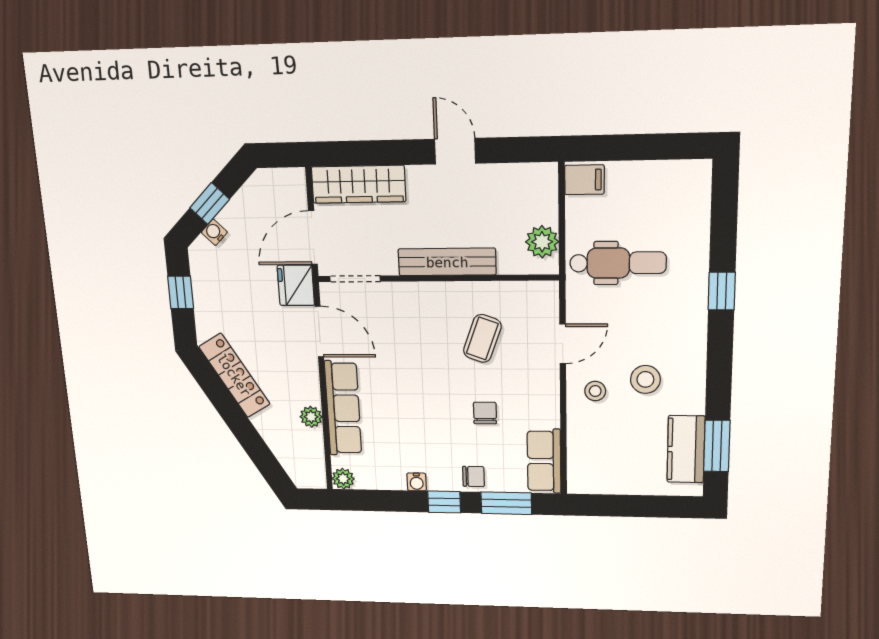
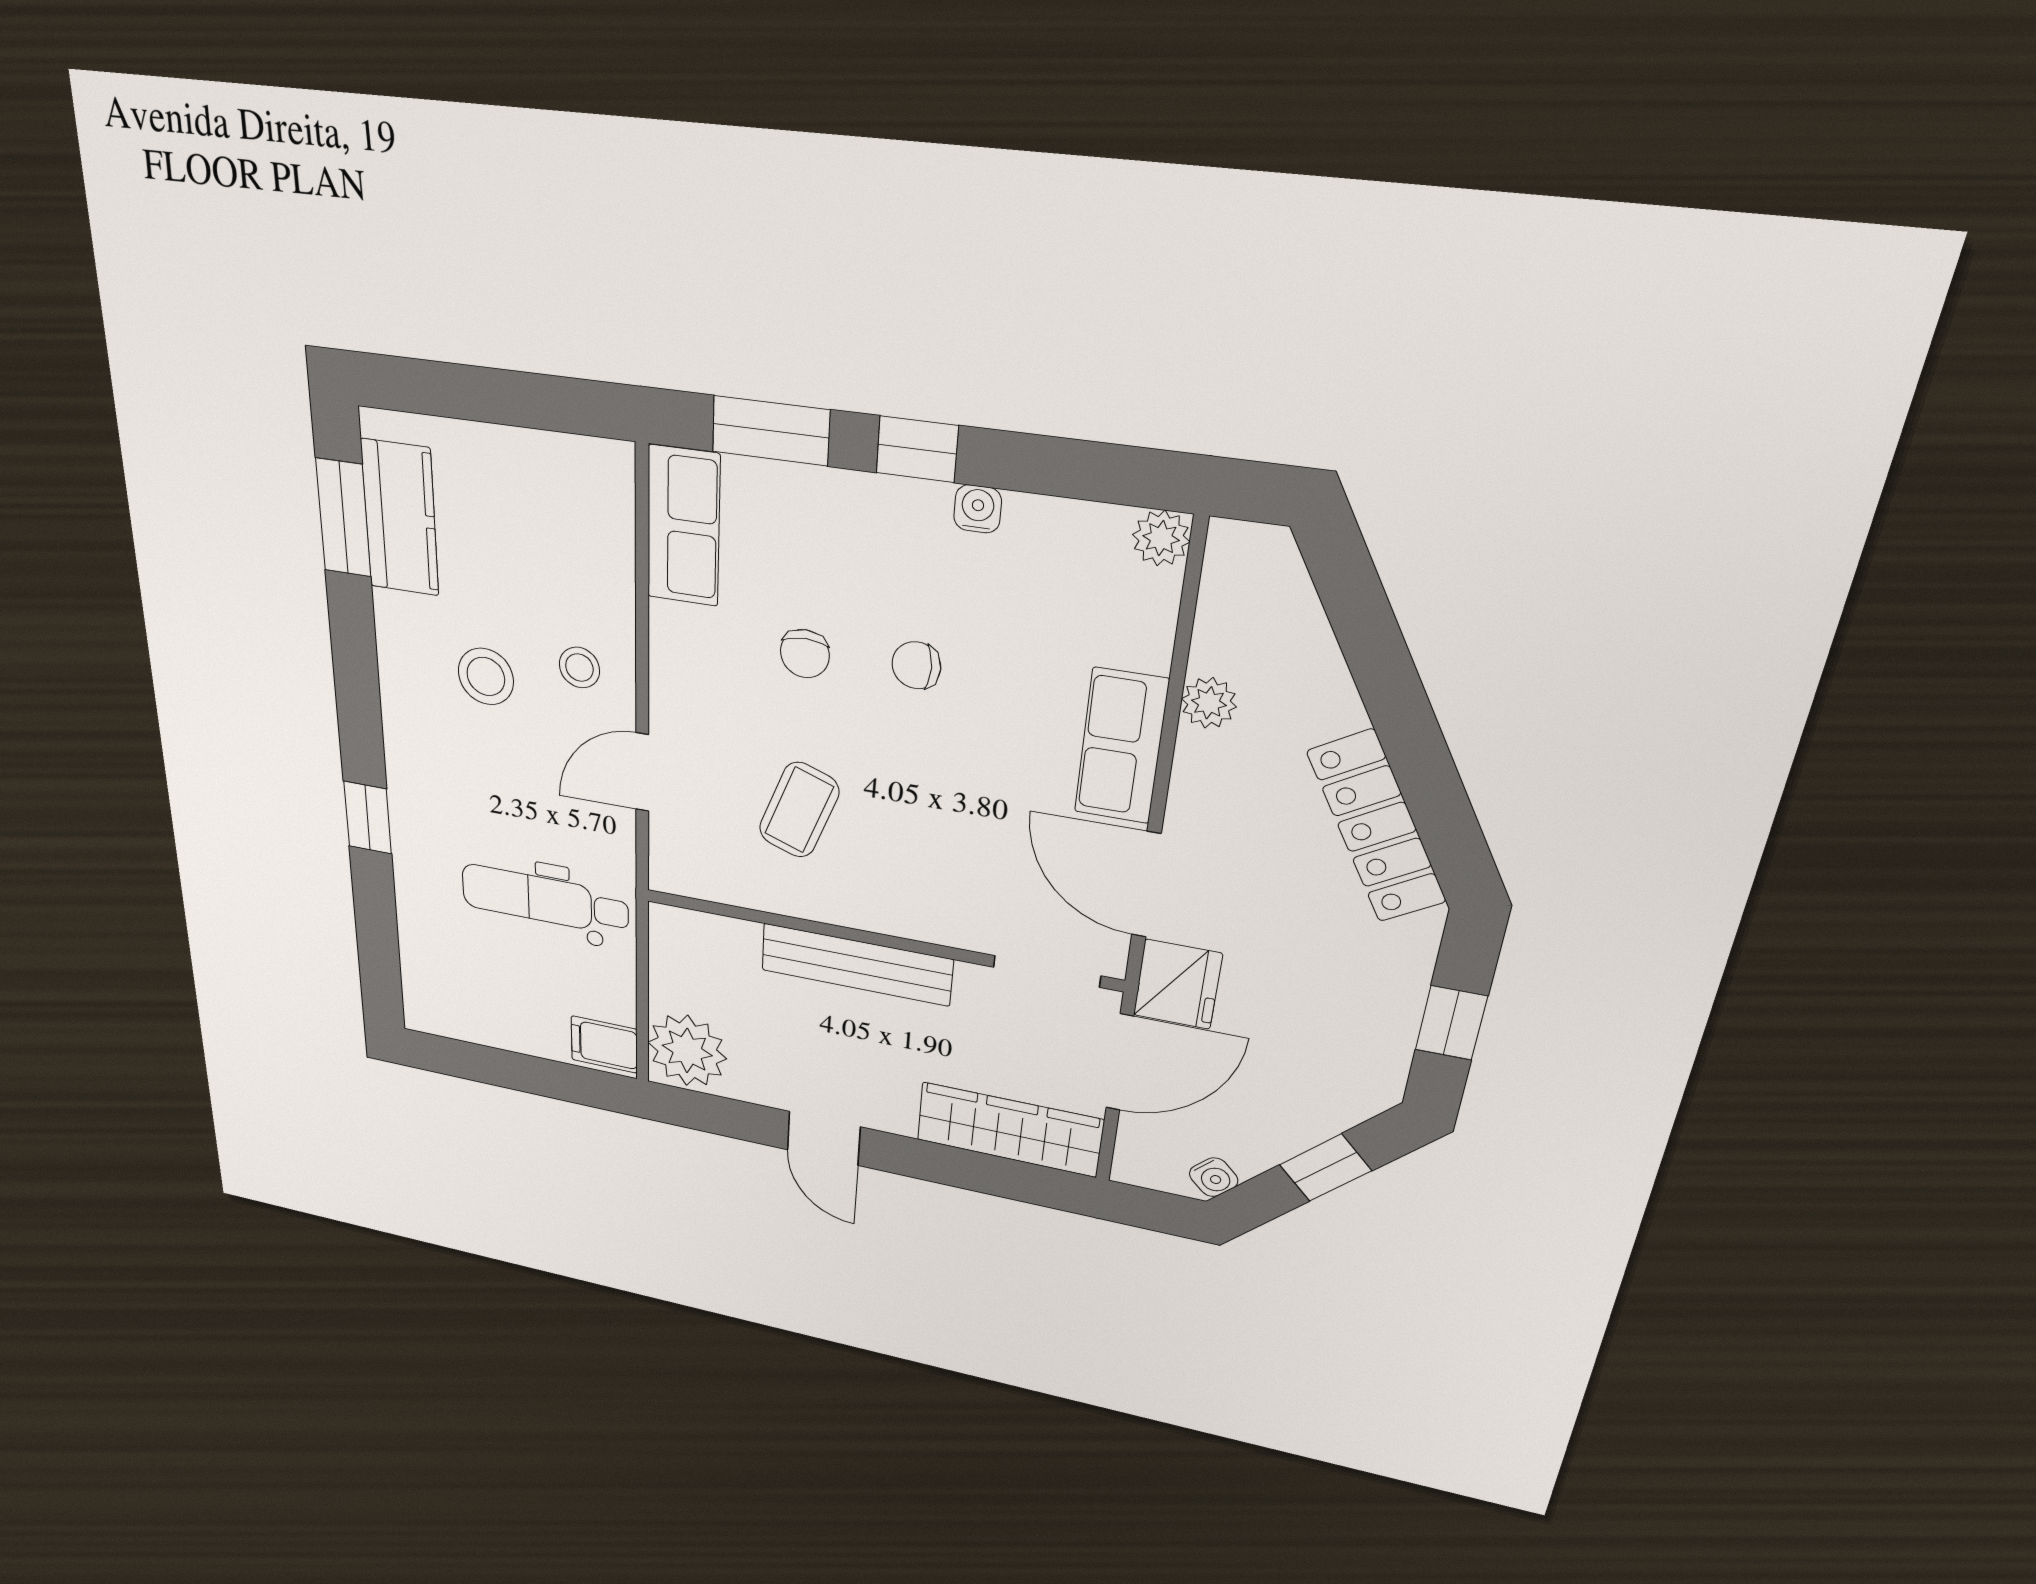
water cooler: (214, 232) -> (1214, 1177), moved
plant: (542, 242) -> (687, 1050), moved, width x1.36, depth x1.36
row of seats: (343, 408) -> (1121, 746), width x0.68
chair: (474, 476) -> (916, 665), moved

